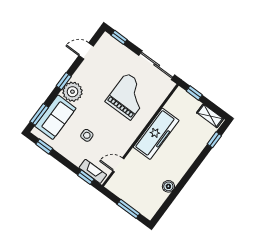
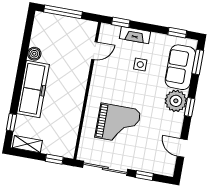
window: (119, 37) -> (144, 176), moved
door: (86, 51) -> (182, 148), swing flipped
grand piano: (128, 96) -> (118, 124), turned -90
freezer: (156, 134) -> (33, 89), moved, turned 180
fireplace: (93, 171) -> (135, 35), moved
window: (128, 209) -> (63, 12), width x1.44

